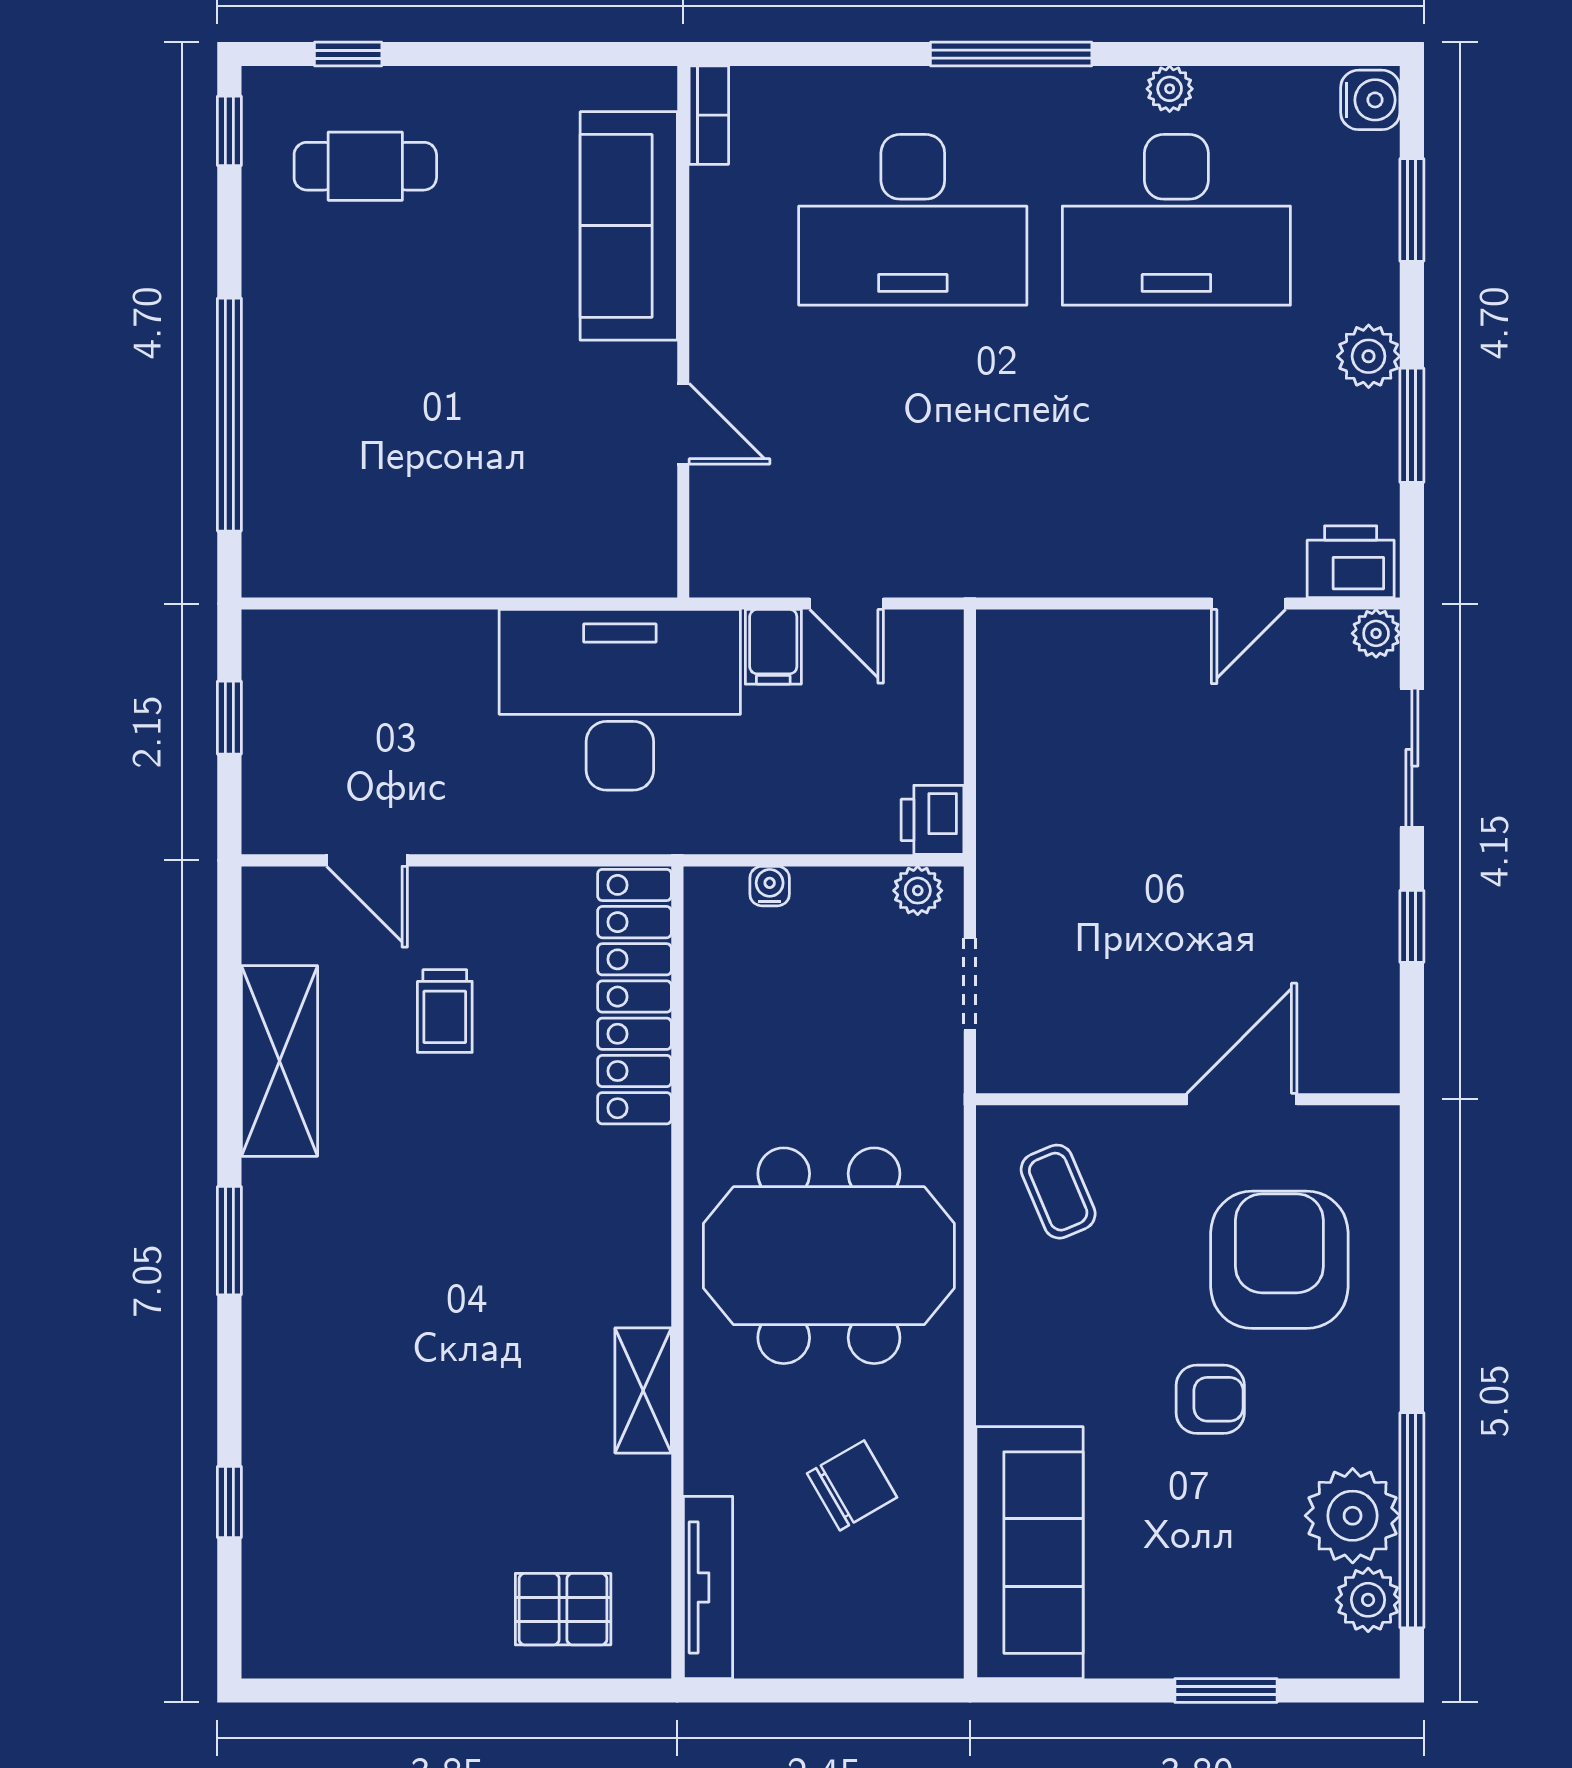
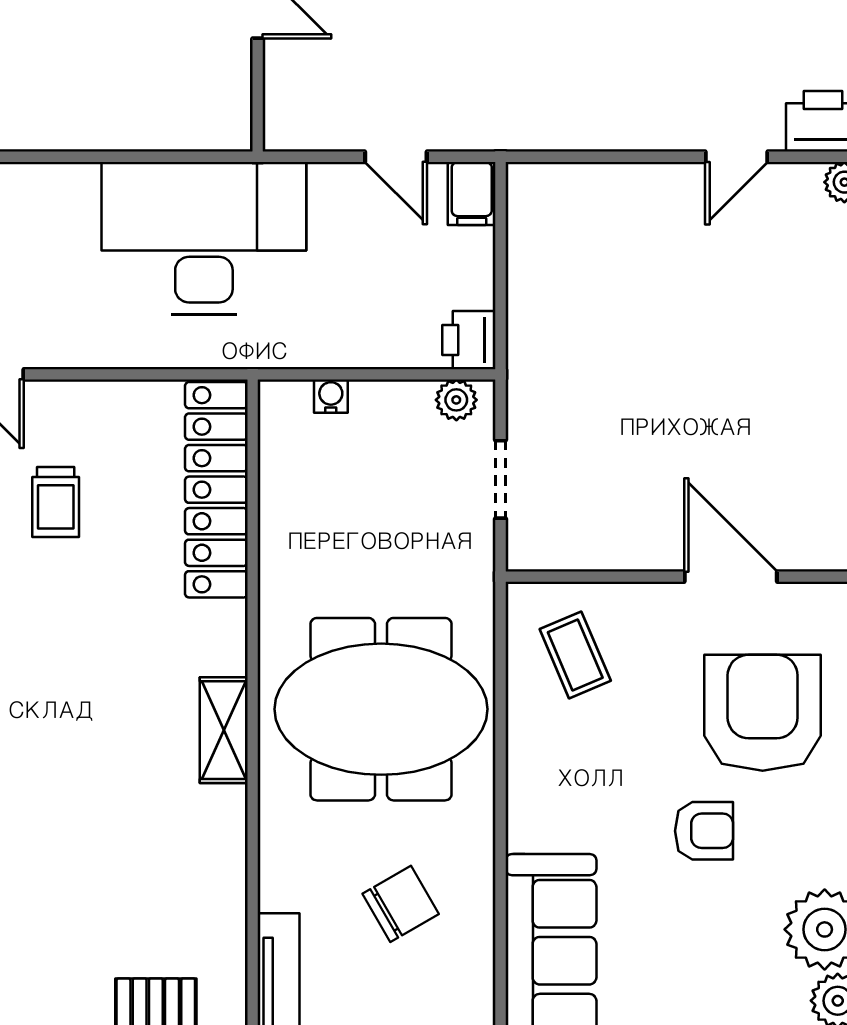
filing cabinet: (773, 647) -> (472, 193), moved
door: (1242, 1099) -> (731, 577), hinge flipped
shelving: (643, 1390) -> (224, 730), moved

